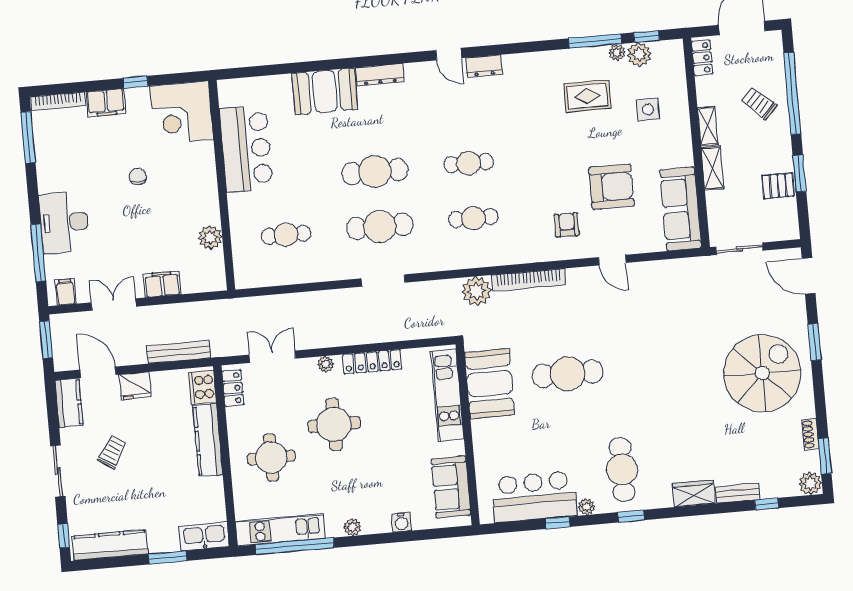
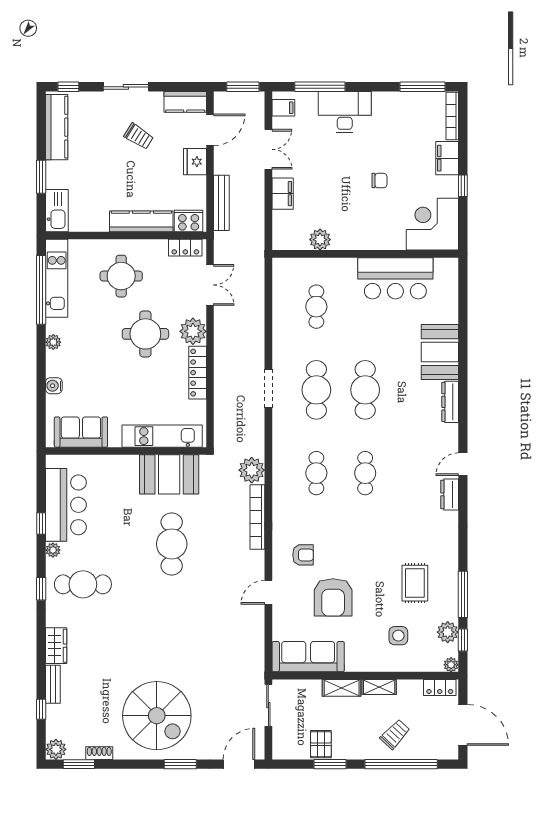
plant: (617, 53) -> (451, 665), moved
plant: (326, 364) -> (193, 331), width x1.88, depth x1.88

